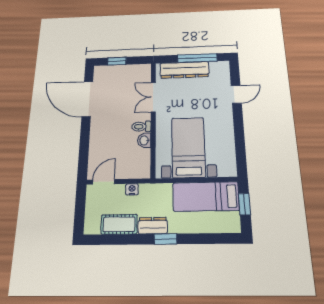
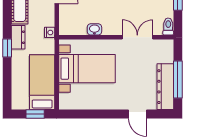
dresser: (184, 70) -> (165, 87), moved
toilet: (141, 127) -> (168, 26), moved
nightstand: (132, 189) -> (50, 32), moved

